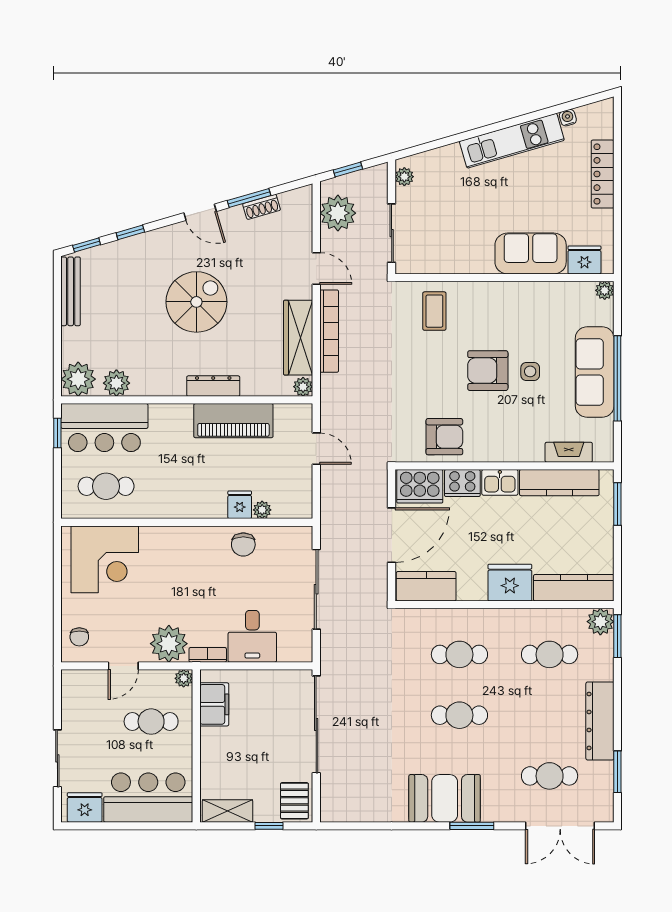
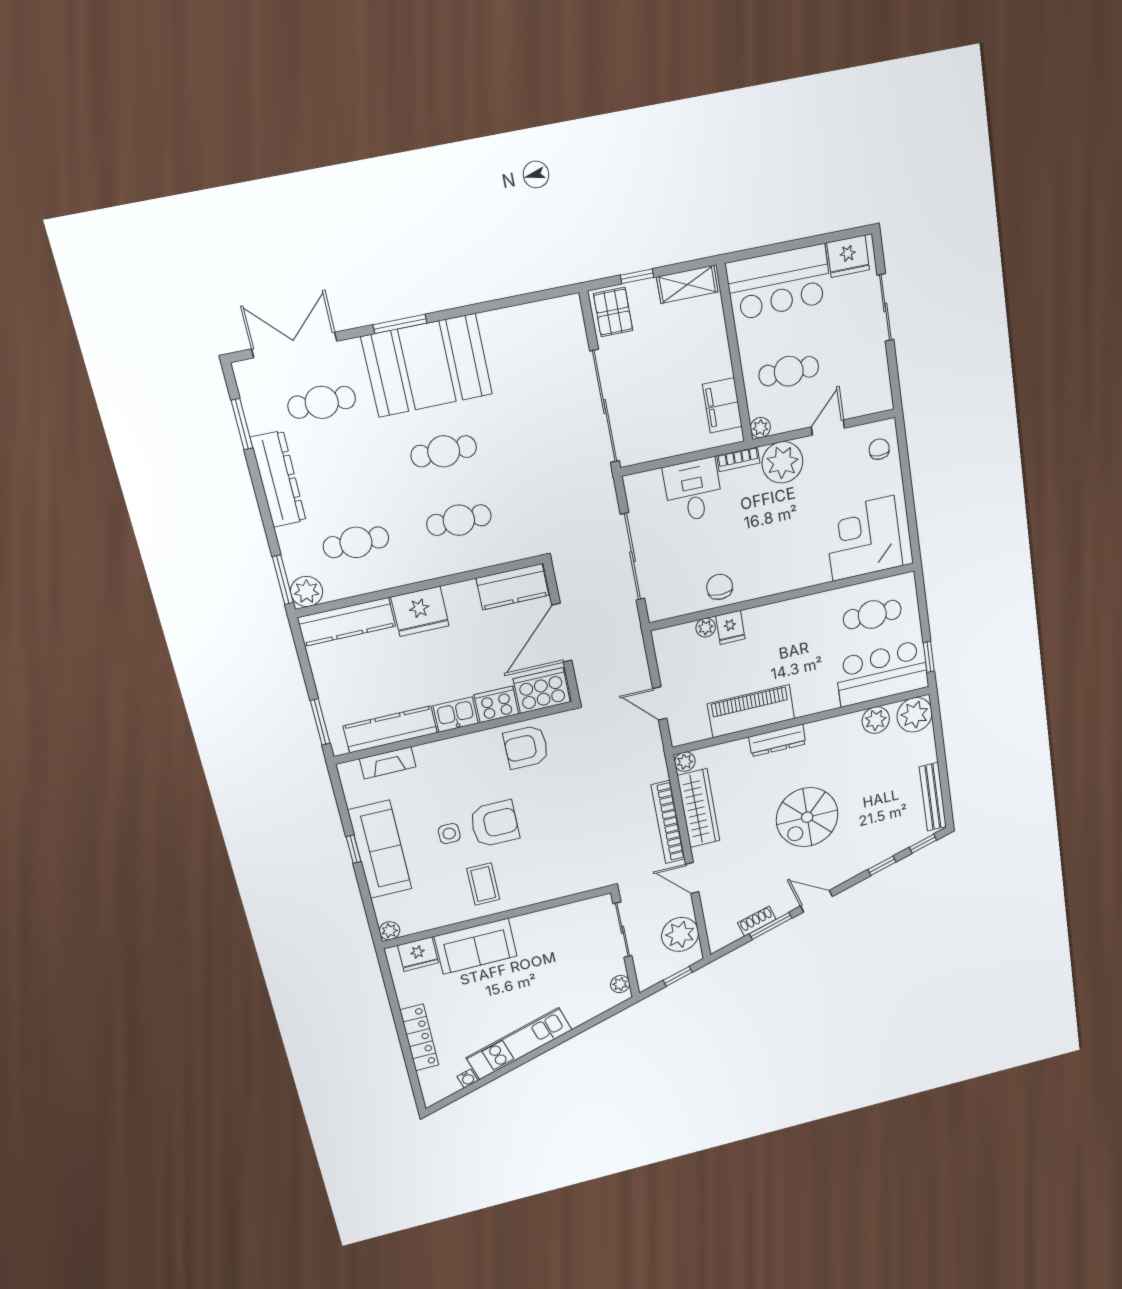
coffee table: (434, 311) -> (483, 884), moved
window: (617, 378) -> (354, 849), width x0.32
booth: (445, 798) -> (427, 365), width x1.36, depth x1.42

